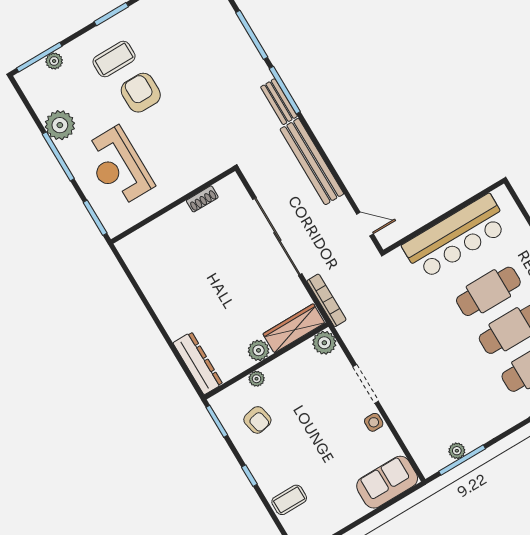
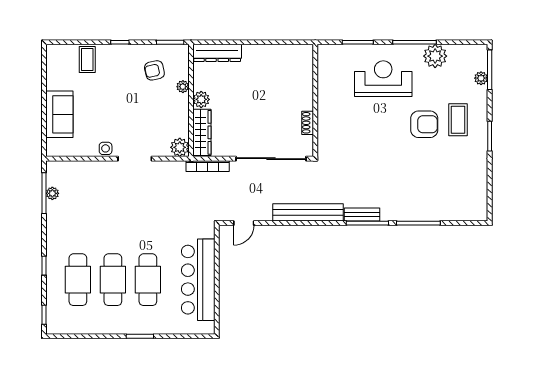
shoe rack: (202, 199) -> (308, 123), moved
wall: (173, 205) -> (315, 100), moved
sofa: (387, 482) -> (59, 114), moved

